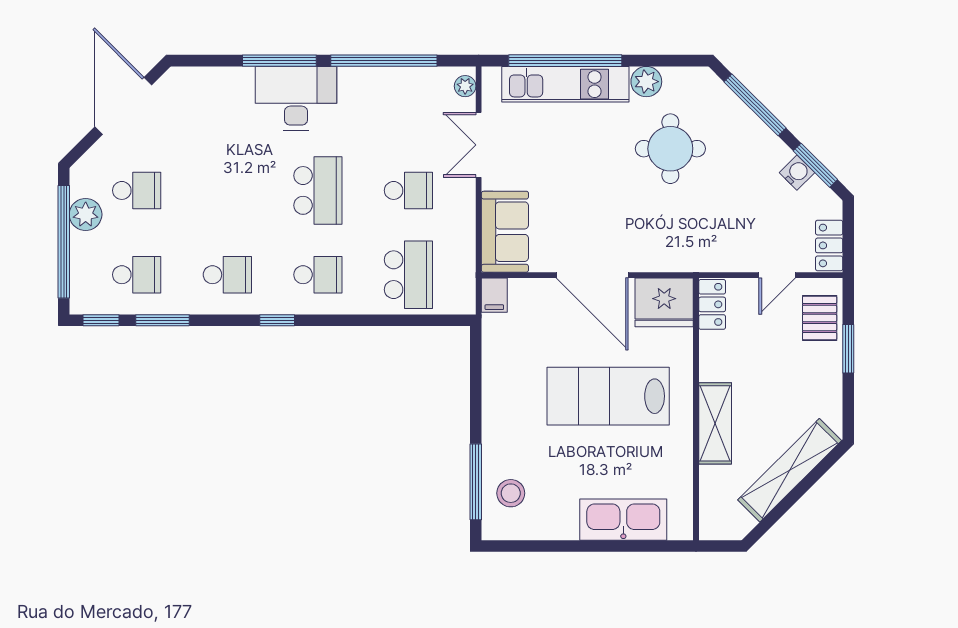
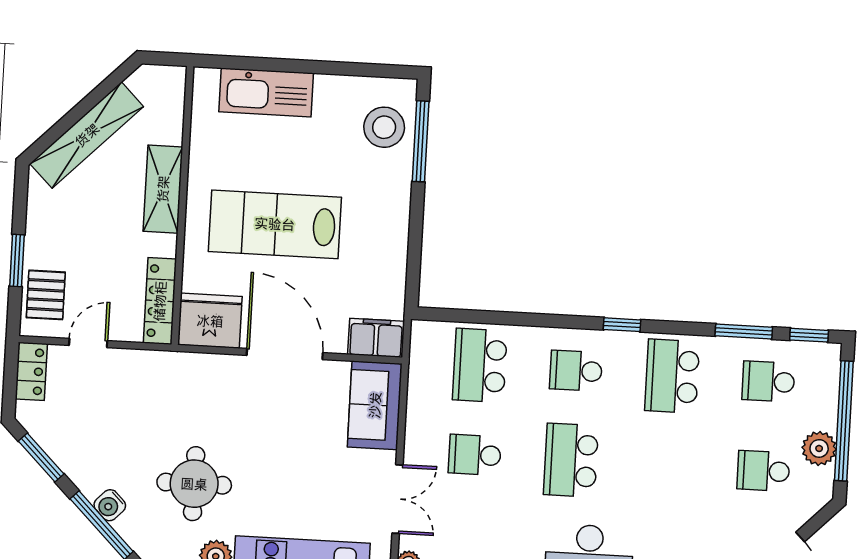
water cooler: (797, 173) -> (110, 505), moved
school desk: (227, 275) -> (672, 376), width x1.85
filing cabinet: (494, 295) -> (376, 338), width x2.00
locker: (712, 304) -> (160, 301), width x1.53
lab bench: (608, 396) -> (275, 224), turned 180
stool: (511, 493) -> (384, 127), width x1.38, depth x1.38

